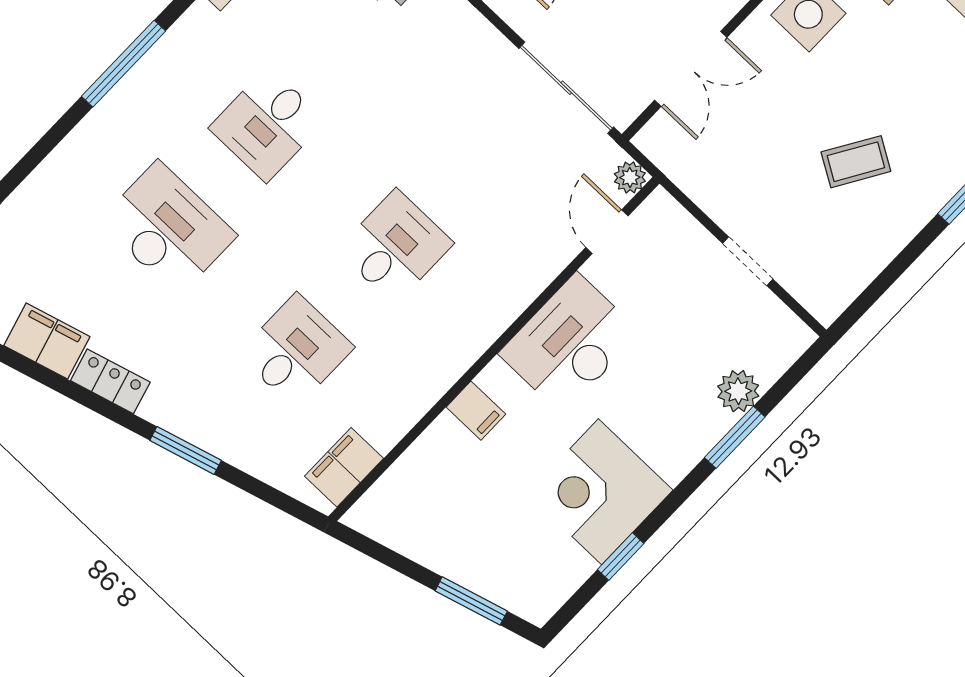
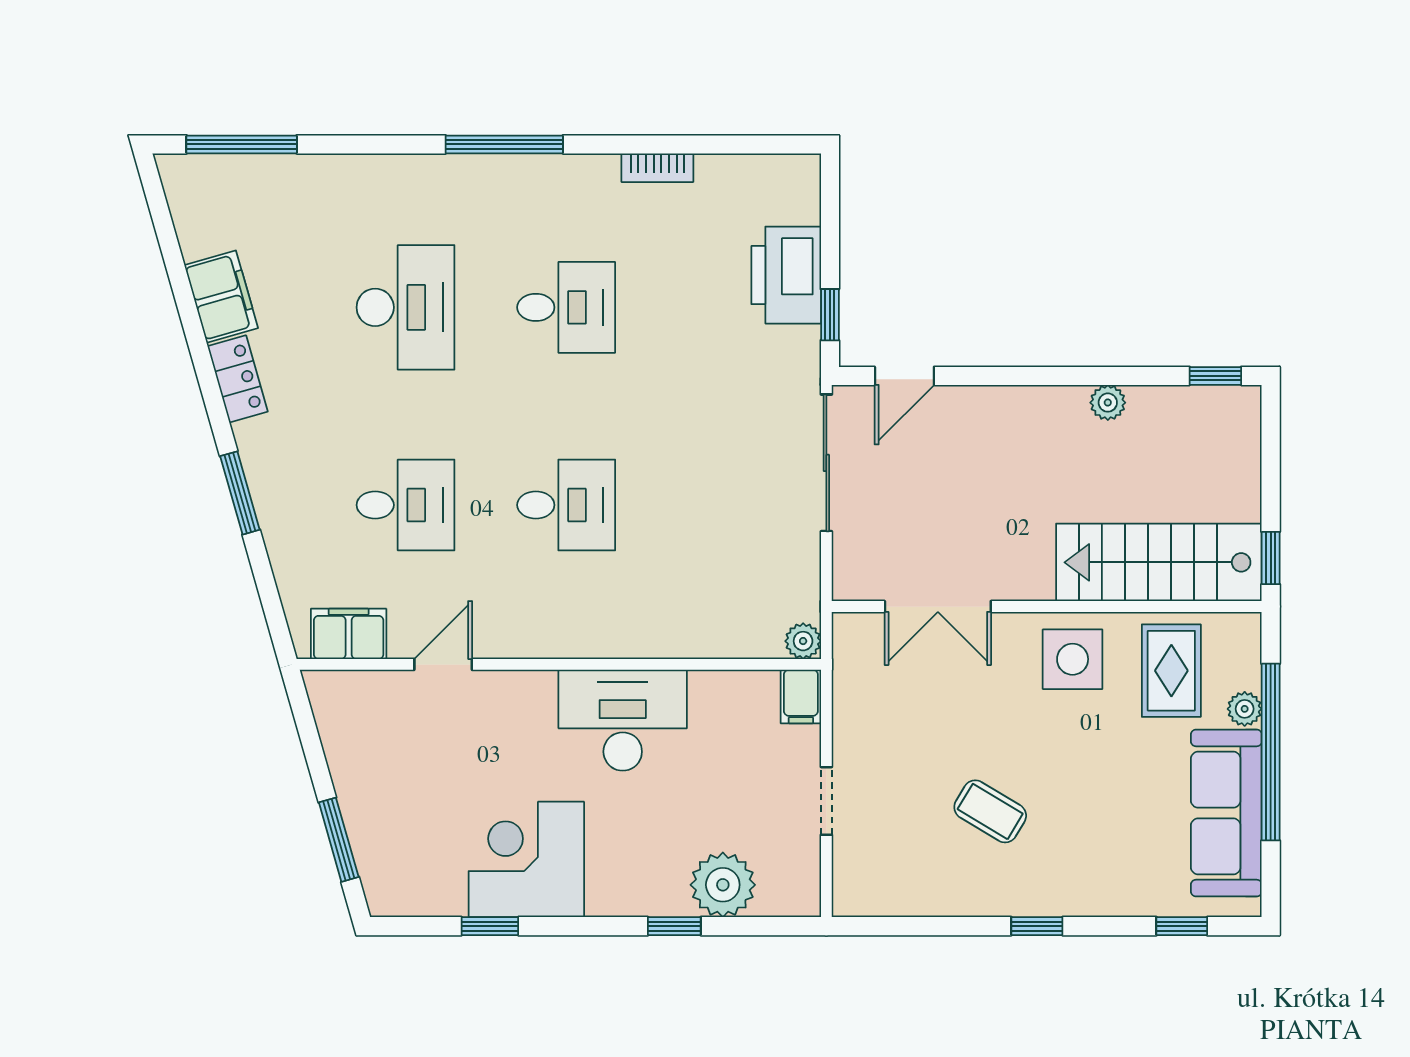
sliding door: (566, 88) -> (826, 463), moved
desk: (267, 124) -> (566, 307), turned 180
door: (607, 232) -> (443, 664), moved
plant: (738, 391) -> (723, 885), width x1.36, depth x1.36
filing cabinet: (476, 411) -> (801, 697), moved
window: (735, 437) -> (674, 926), width x0.67

